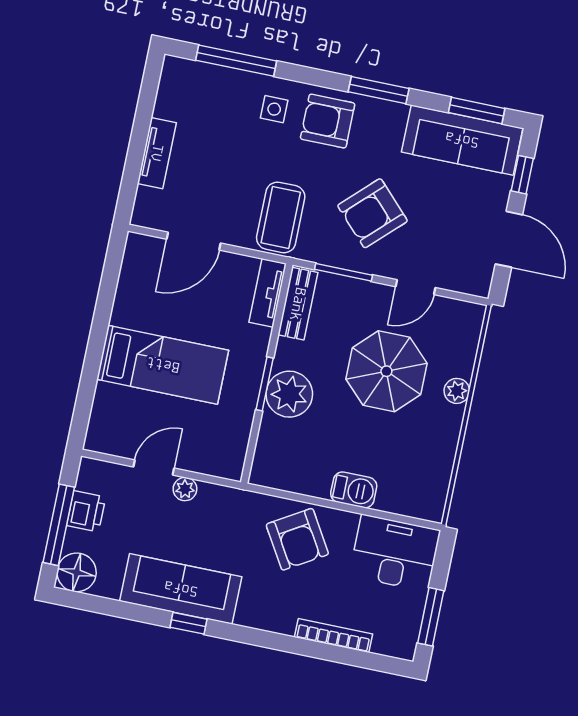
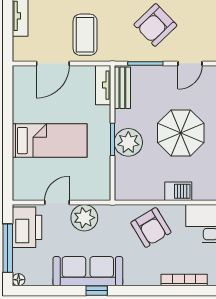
coffee table: (281, 217) -> (85, 35), moved
parasol: (386, 371) -> (181, 133), moved
plant: (185, 489) -> (84, 218), width x1.88, depth x1.88
printer: (86, 511) -> (27, 227), width x1.87, depth x1.48
floor lamp: (77, 572) -> (19, 280), width x0.53, depth x0.53

